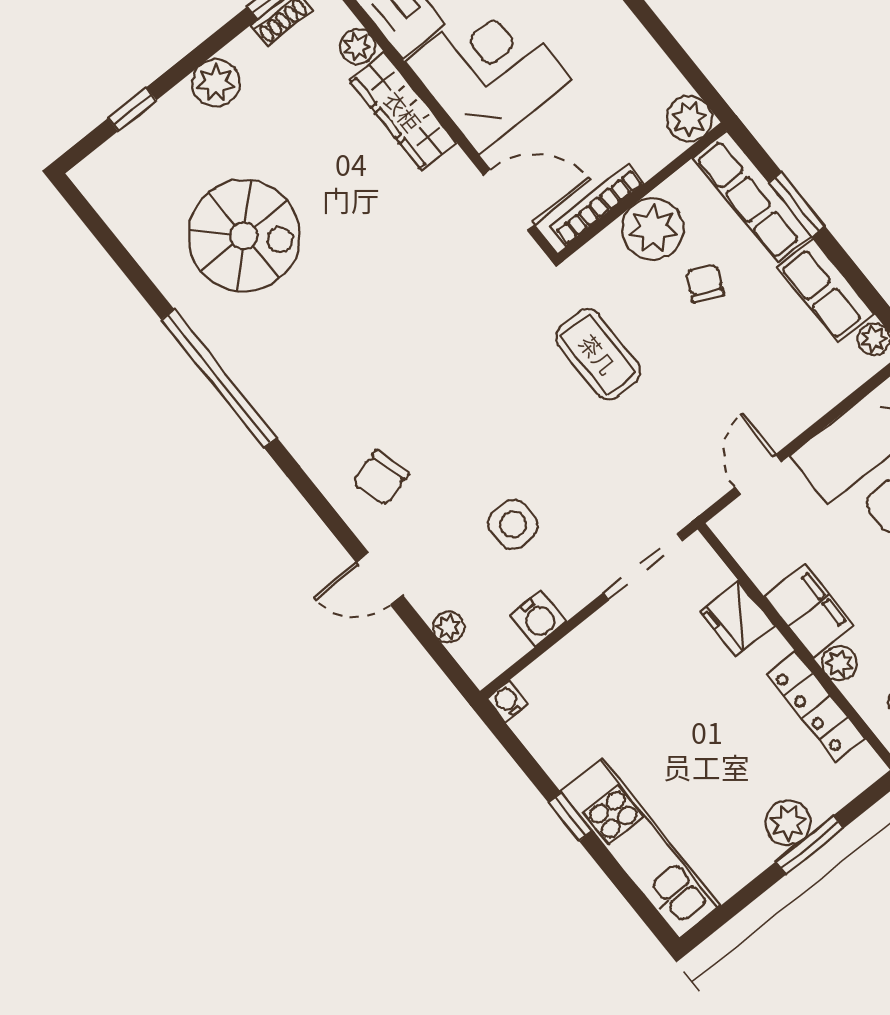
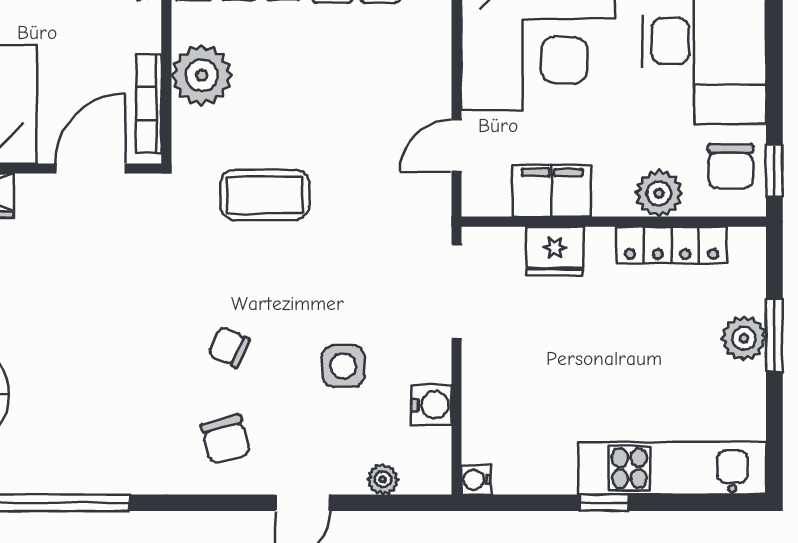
chair: (705, 283) -> (229, 347), moved
door: (758, 474) -> (456, 146), hinge flipped
filing cabinet: (809, 611) -> (552, 191), moved
plant: (840, 663) -> (659, 193), width x1.38, depth x1.38

